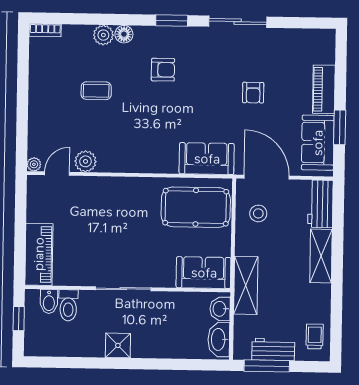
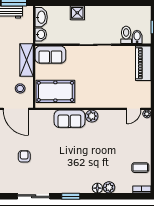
armchair: (163, 70) -> (75, 168), removed
coffee table: (96, 91) -> (140, 168), moved
sofa: (207, 159) -> (69, 119), moved
plant: (86, 161) -> (92, 116), moved
shelving: (246, 285) -> (26, 60), moved
shower: (118, 345) -> (77, 13), moved

